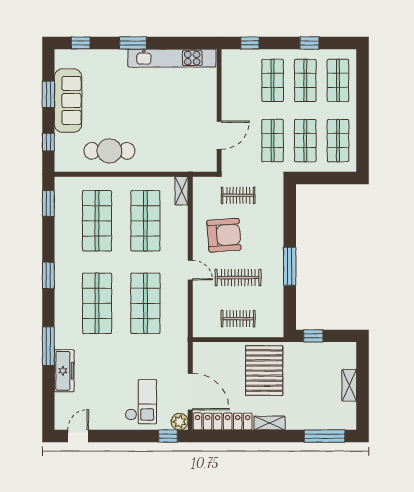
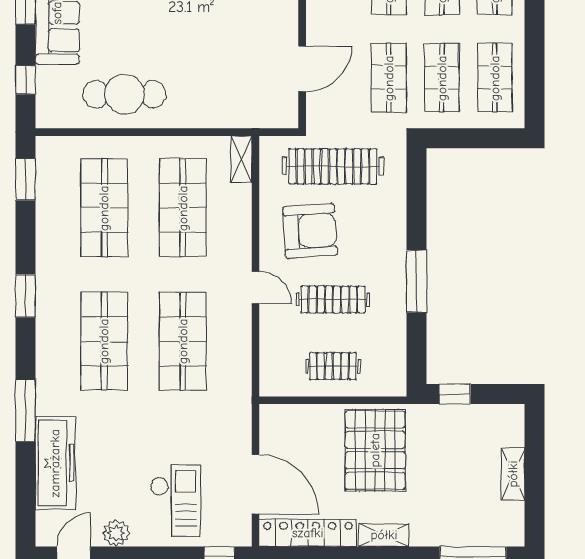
clothes rail: (238, 195) -> (333, 166), width x1.86, depth x1.31
freezer: (64, 371) -> (55, 463), width x1.36, depth x1.26
plant: (180, 422) -> (116, 533), moved

